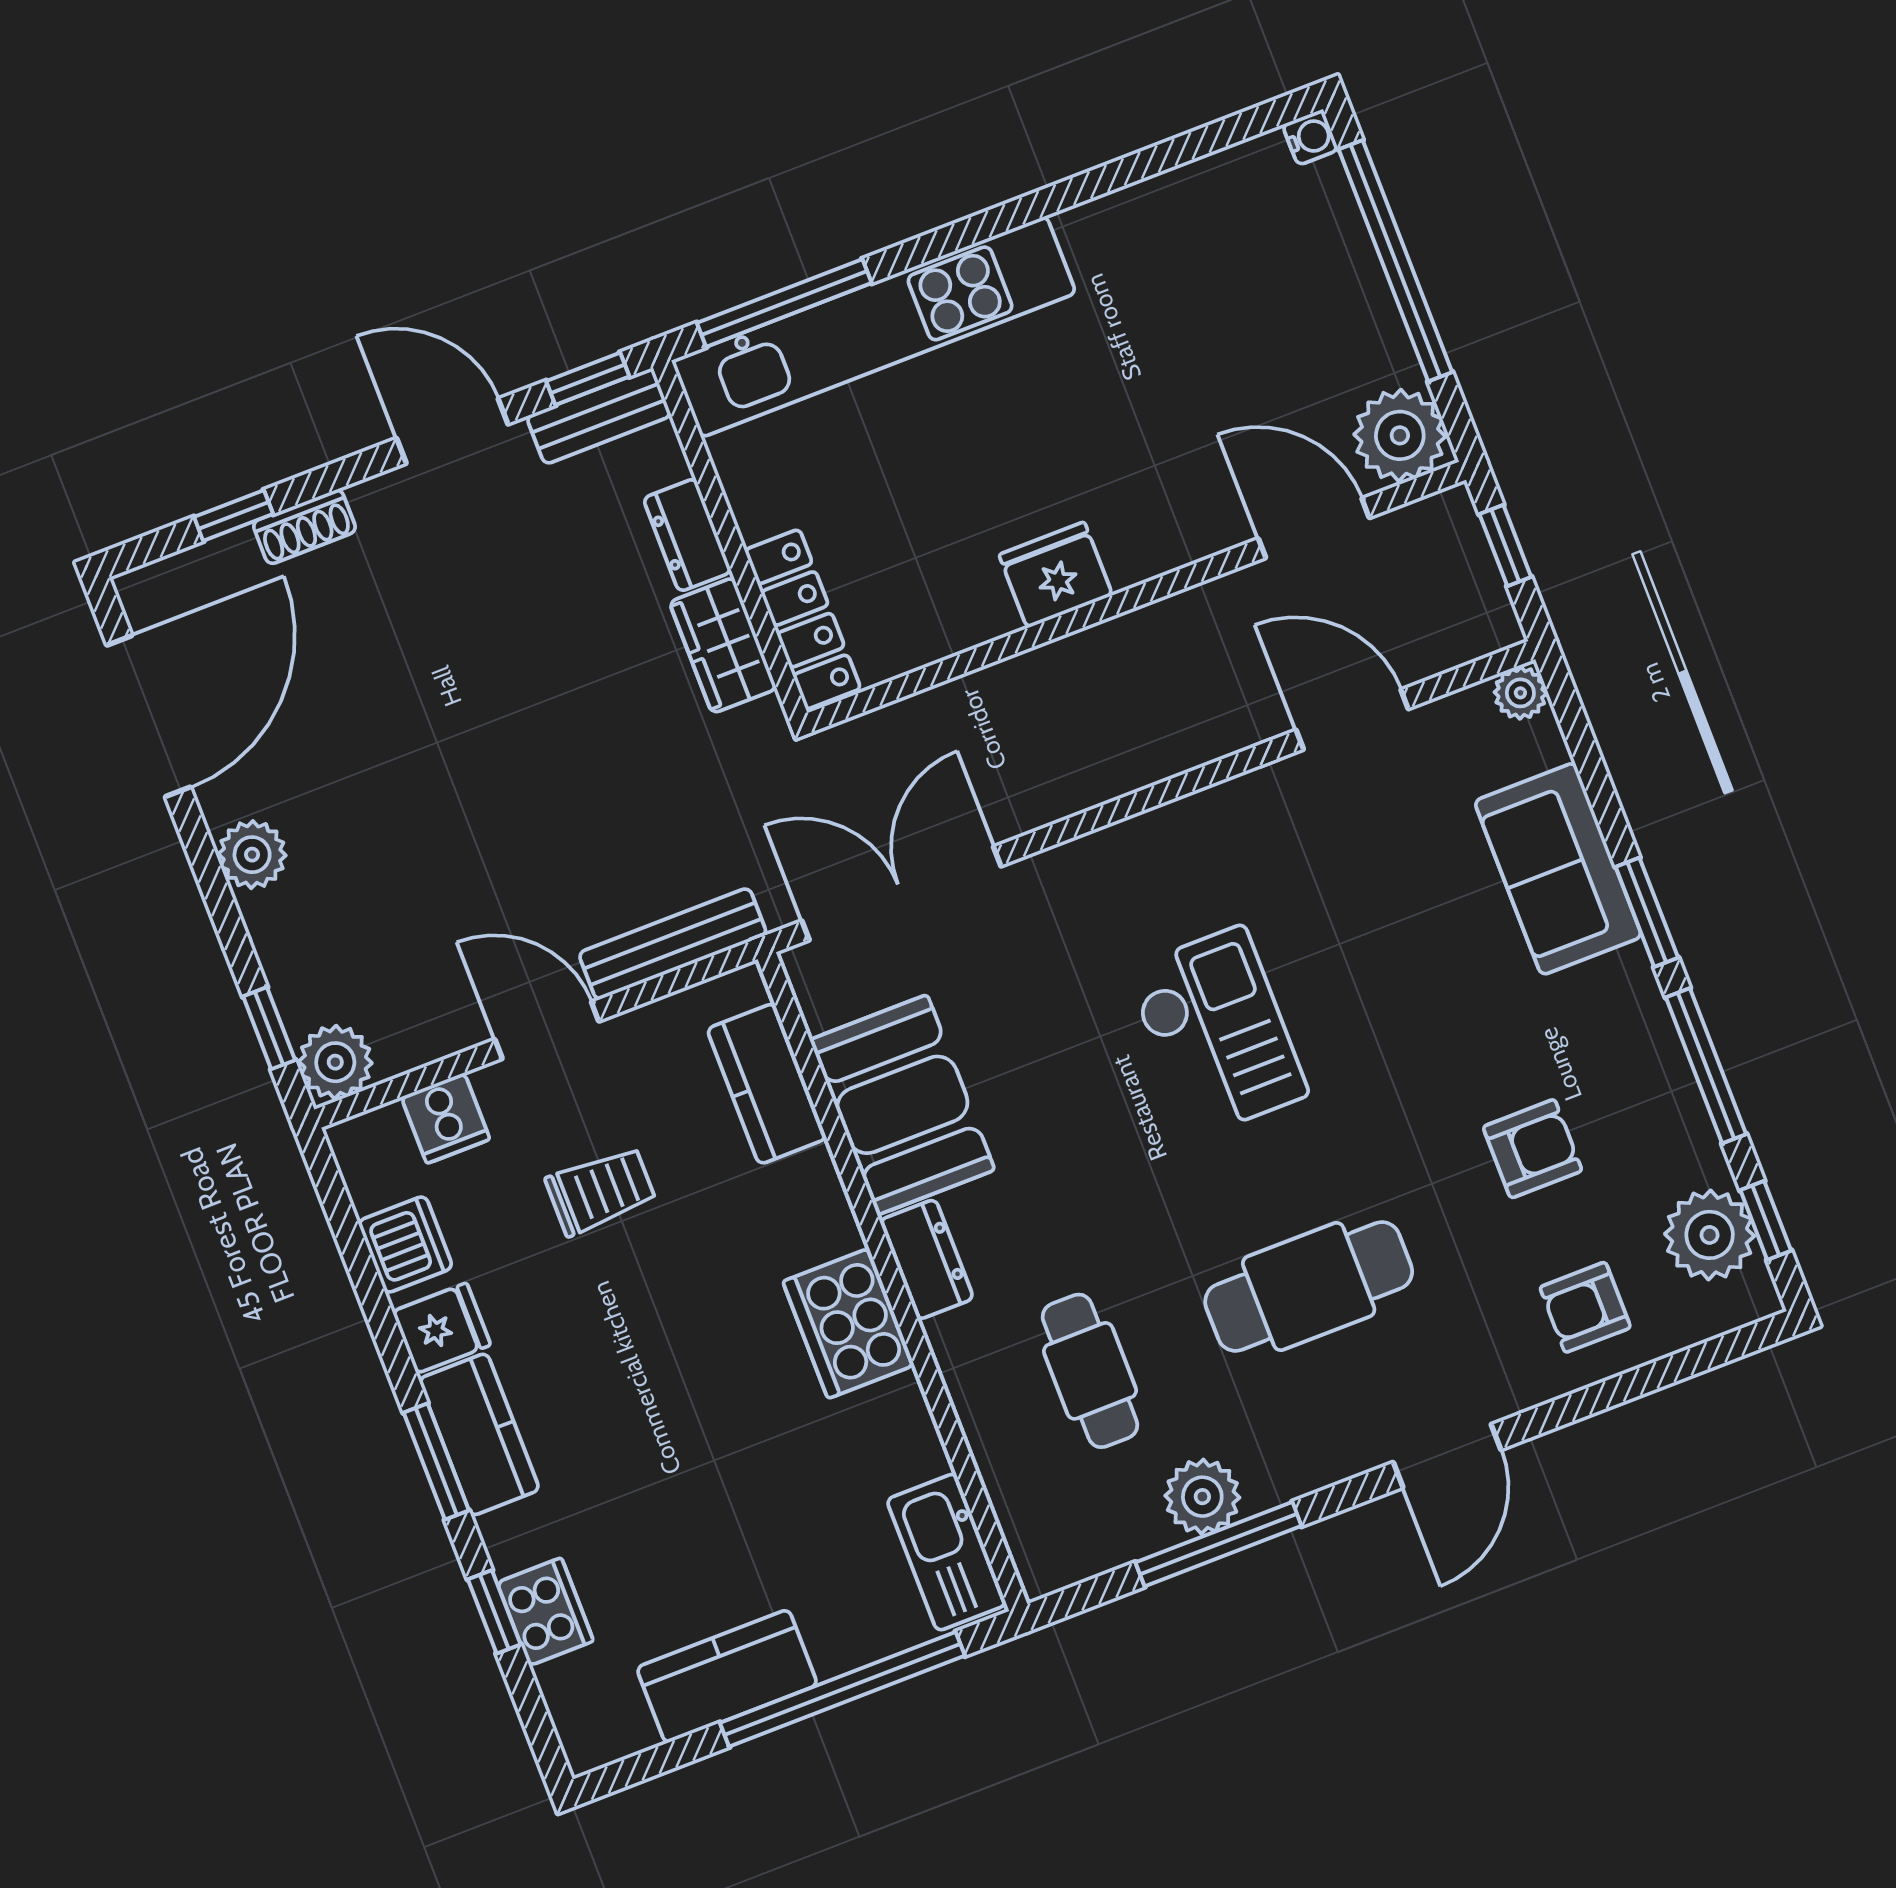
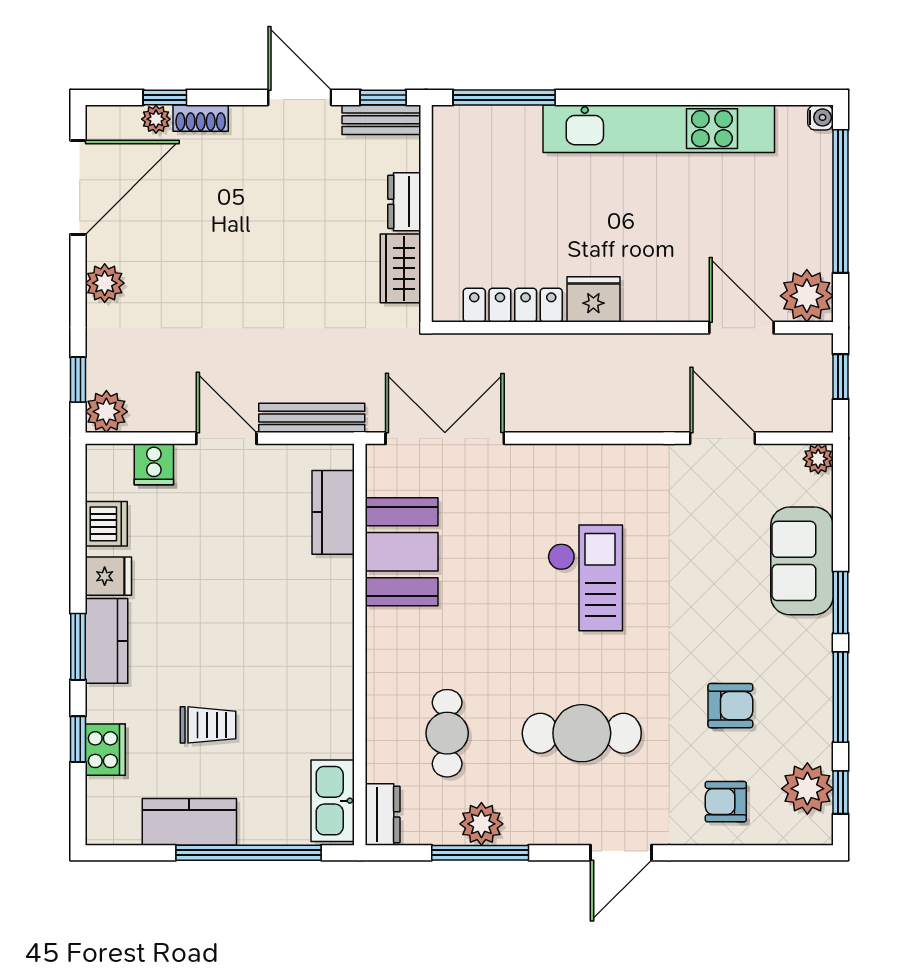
kitchen unit: (874, 327) -> (659, 129), moved
plant: (233, 556) -> (156, 119), added
locker: (803, 619) -> (513, 305), moved, turned -90
trolley: (601, 1191) -> (208, 725), moved
dresser: (927, 1259) -> (383, 814), moved
cooker: (848, 1323) -> (327, 658), removed

